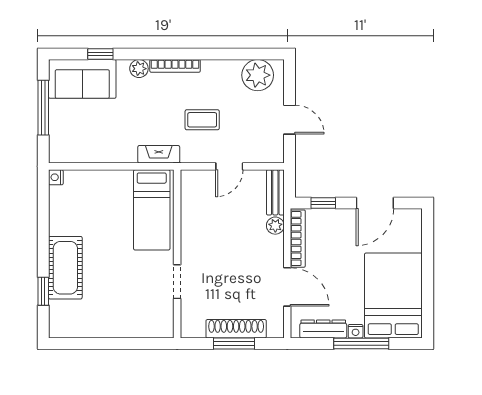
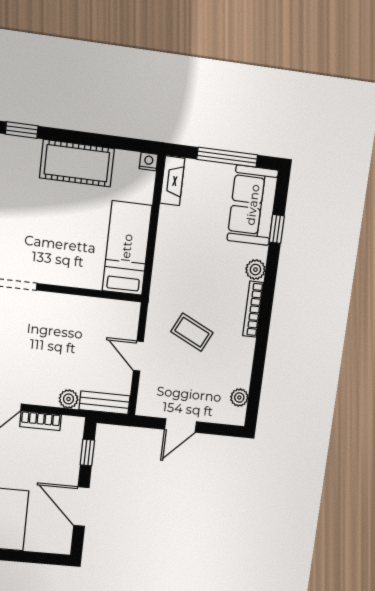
plant: (258, 75) -> (239, 398), width x0.53, depth x0.53
coffee table: (202, 120) -> (192, 332), turned -64
fireplace: (159, 154) -> (172, 181), moved
bed: (152, 210) -> (127, 248), moved, turned 90
bookcase: (298, 239) -> (41, 421), width x0.64
cot: (65, 268) -> (77, 163), moved

